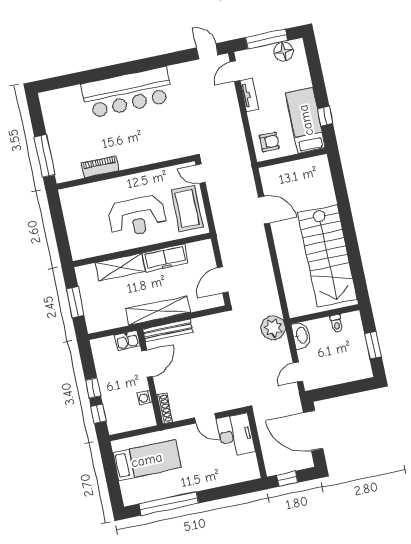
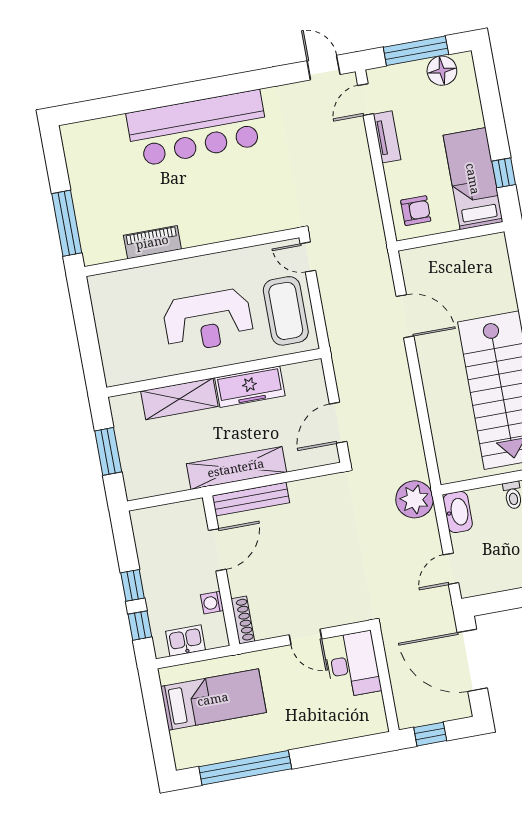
kitchen sink: (127, 341) -> (186, 641), moved, turned 180

